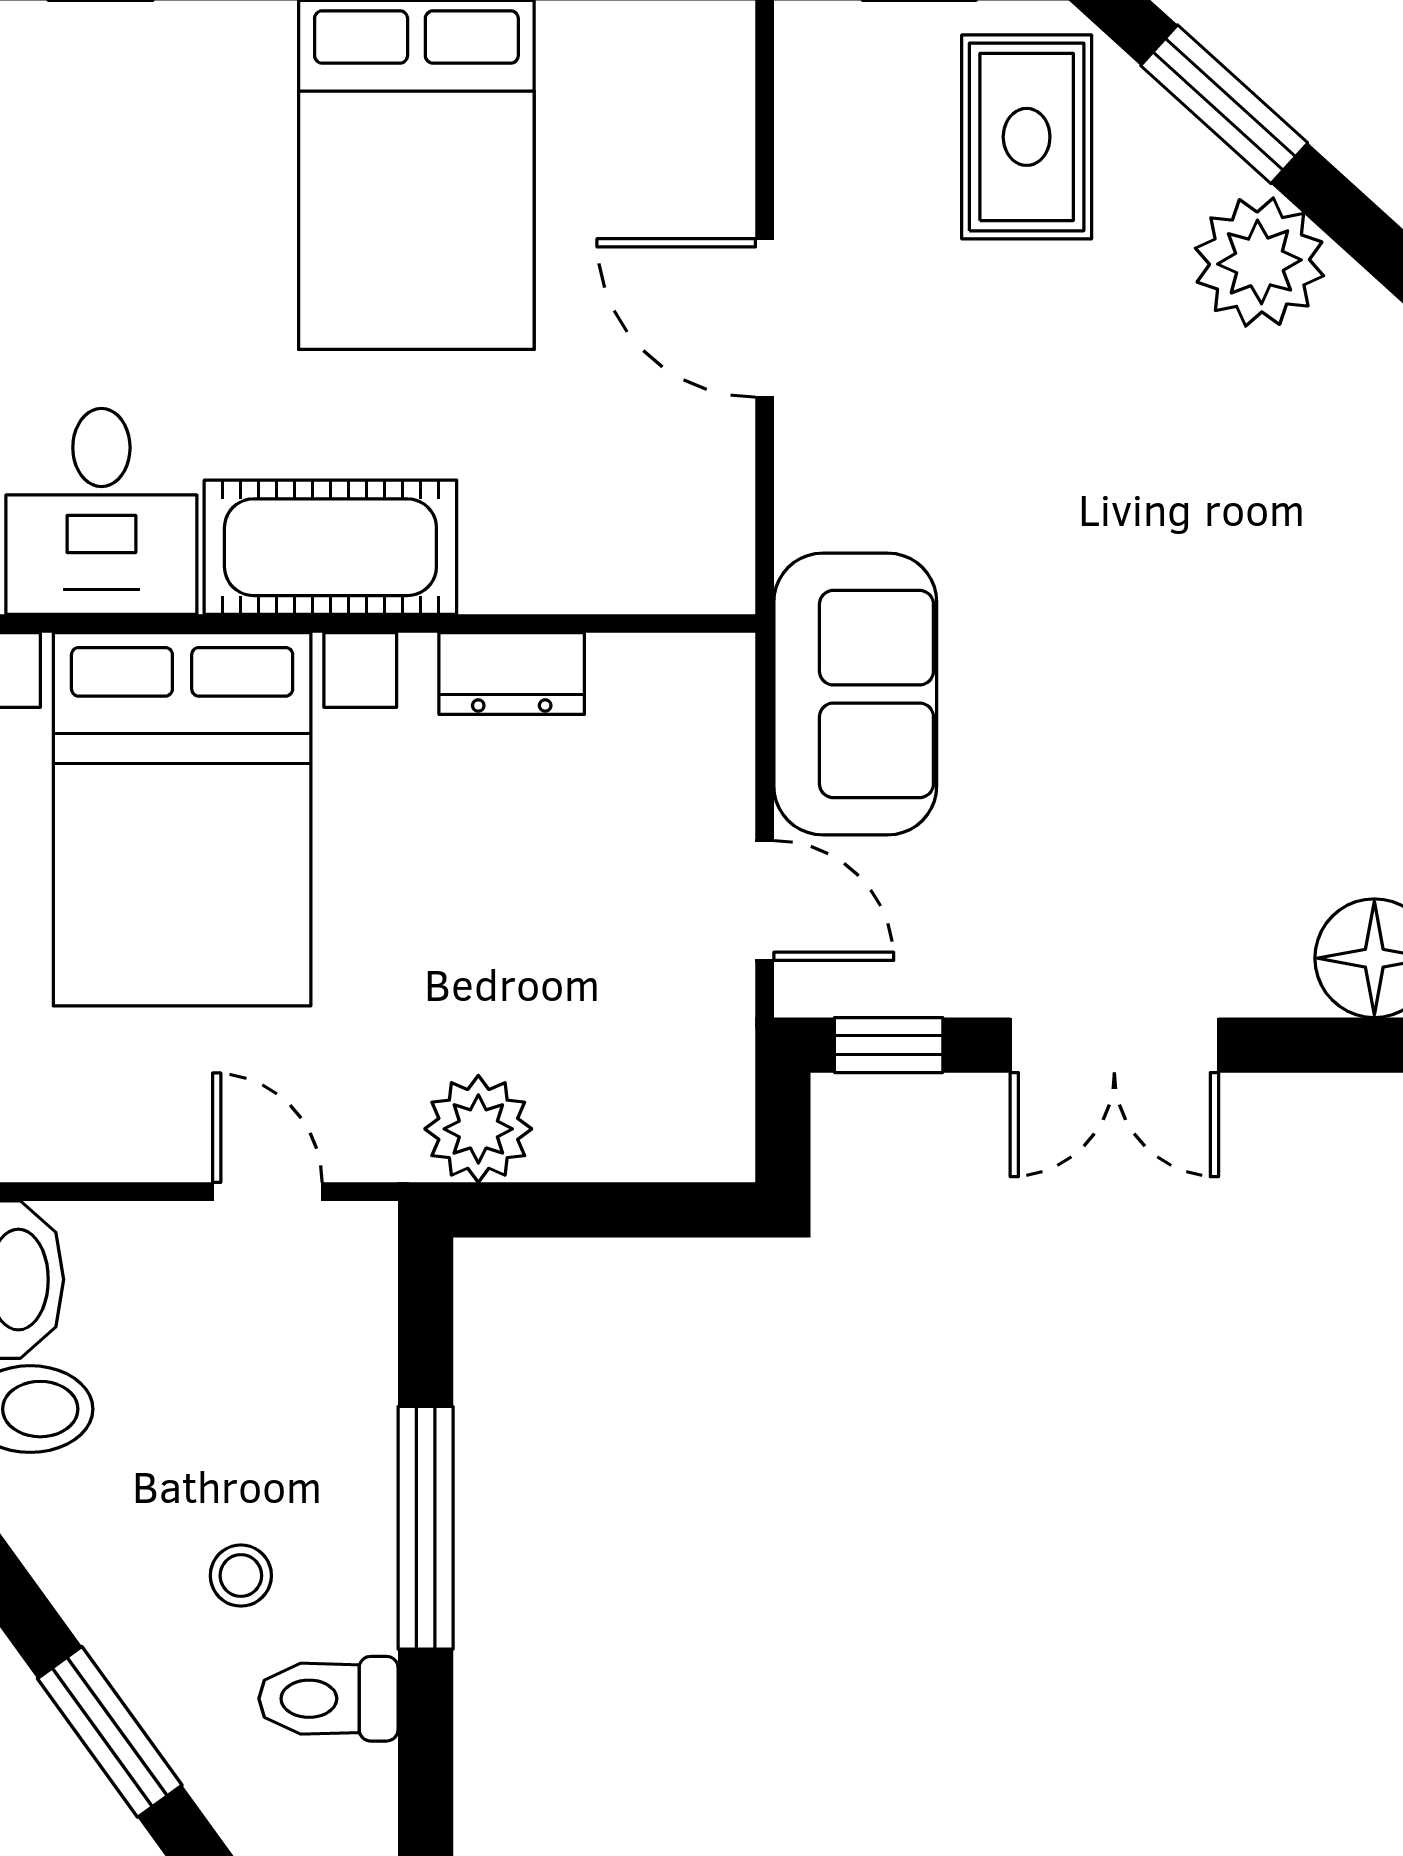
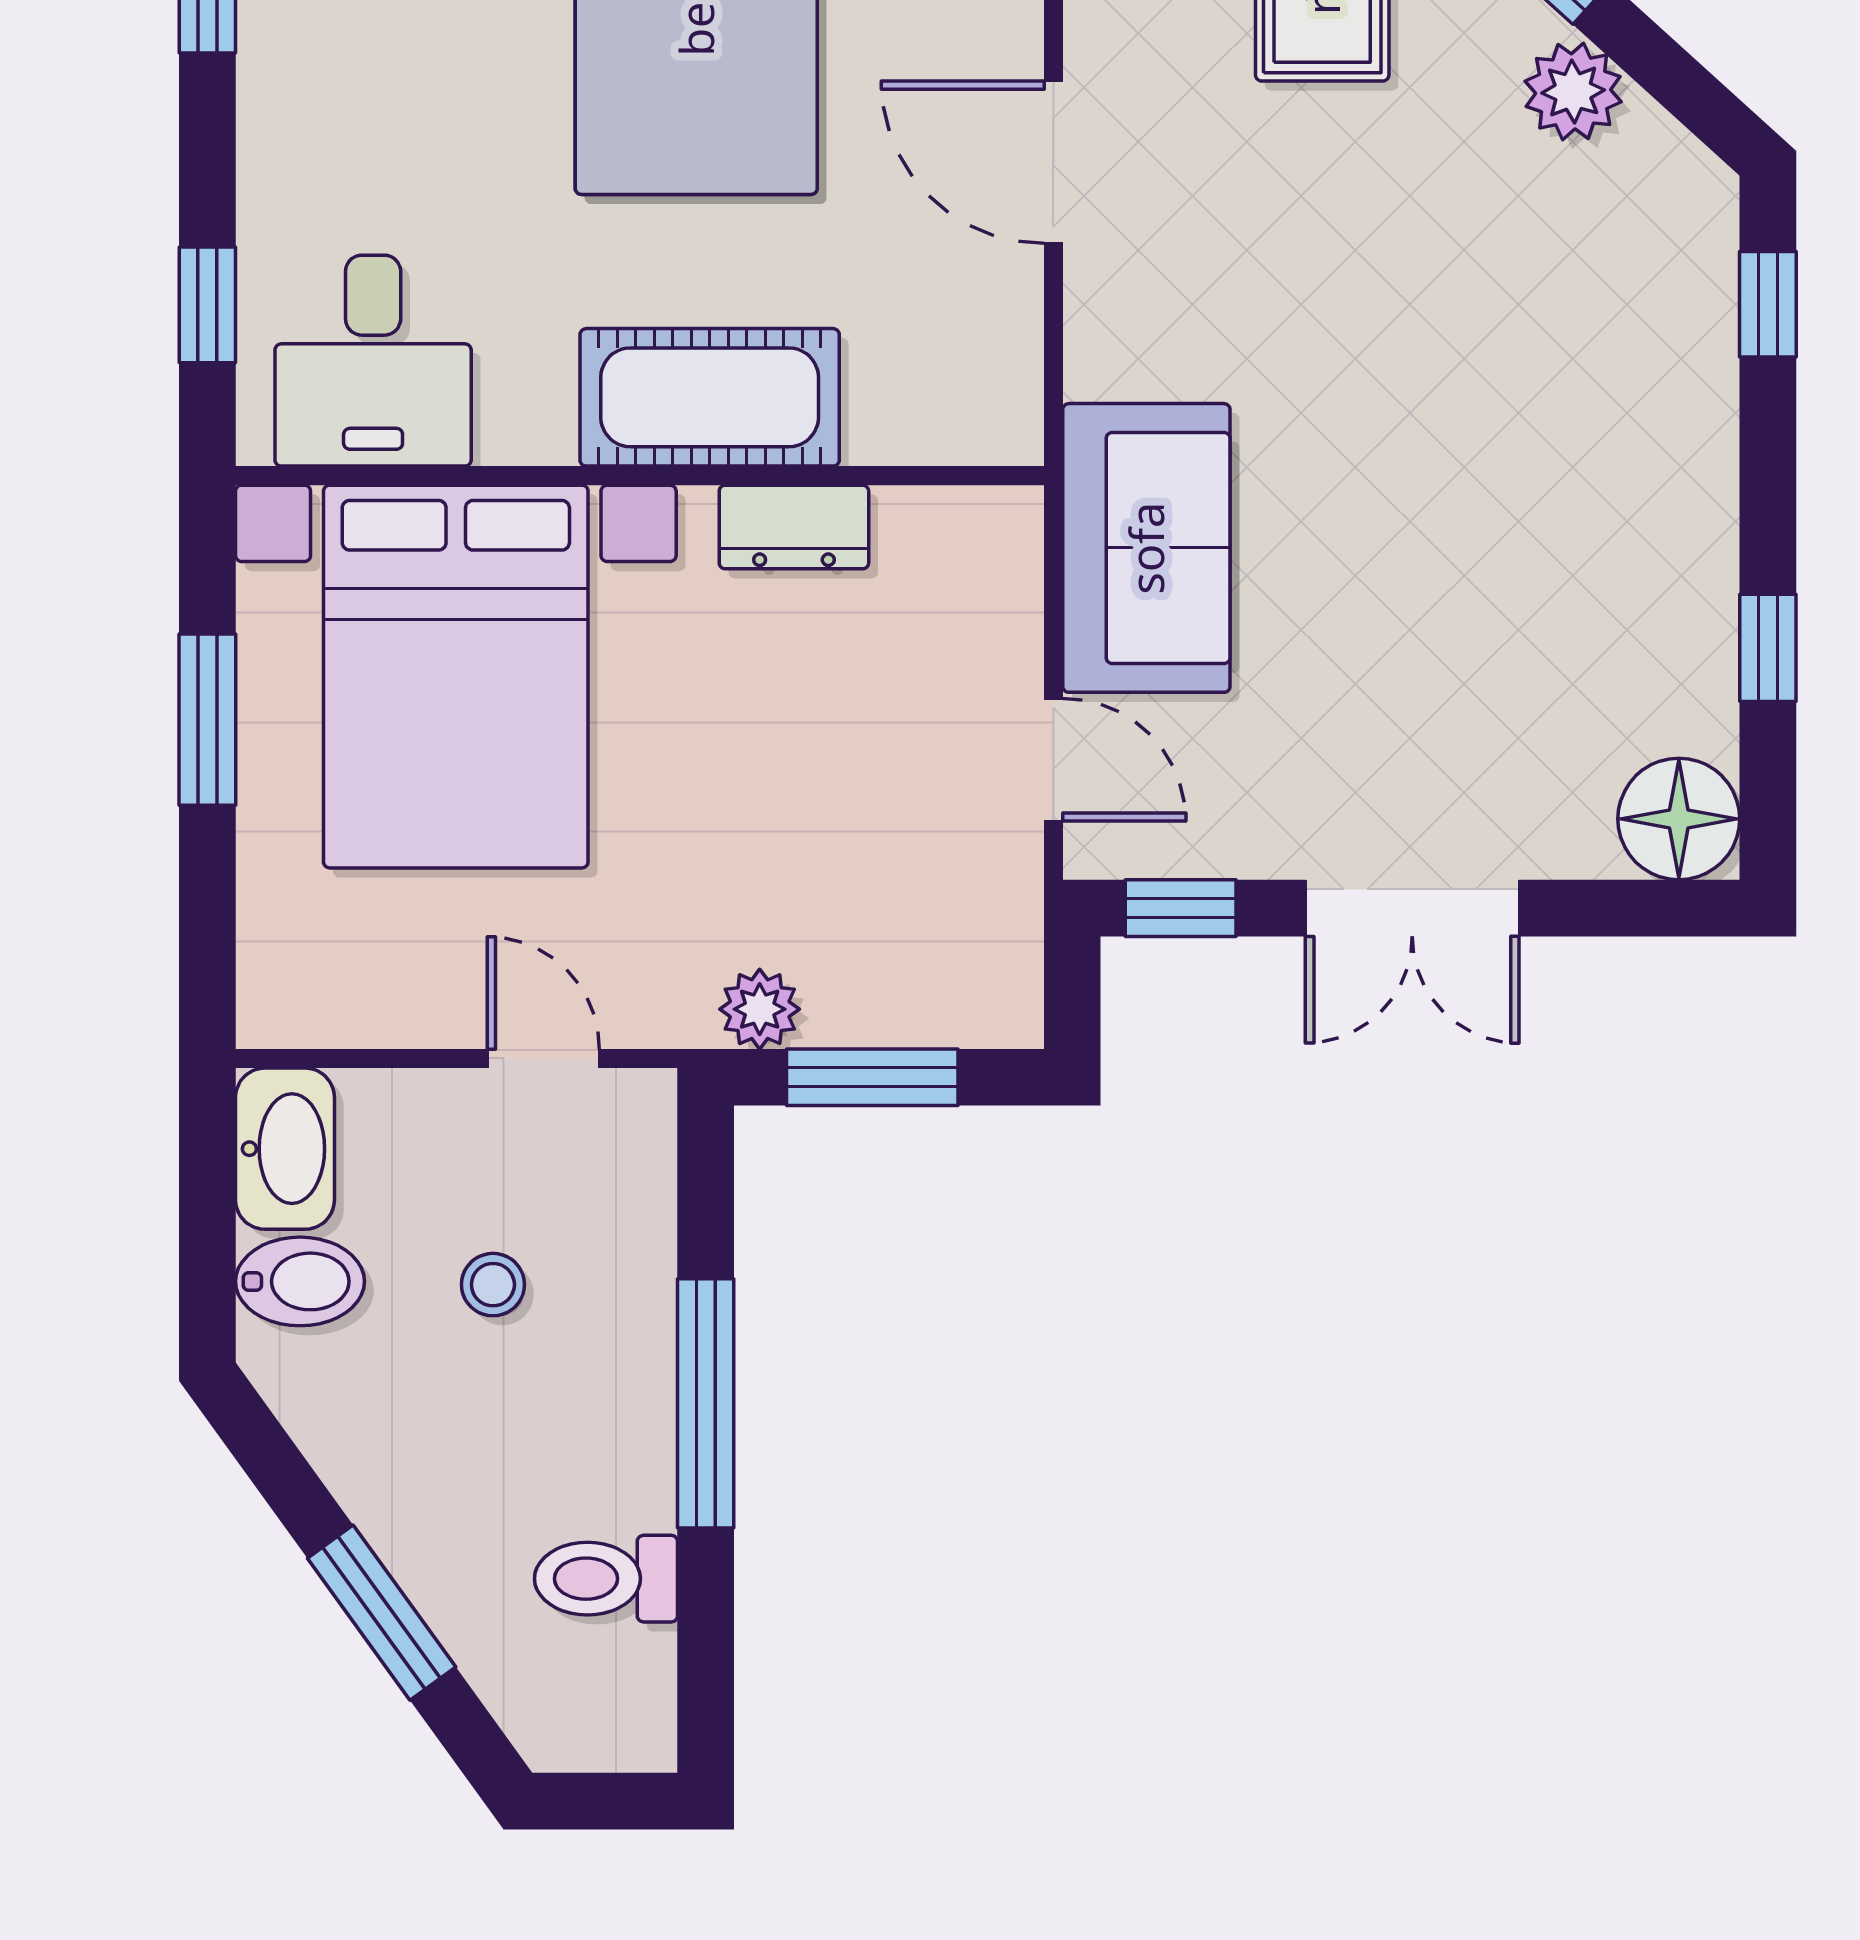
plant: (1259, 262) -> (1573, 91), width x0.73, depth x0.73
cot: (330, 547) -> (710, 397), moved
plant: (478, 1129) -> (760, 1009), width x0.73, depth x0.73
window: (588, 1210) -> (872, 1077), added
stool: (241, 1576) -> (493, 1285), moved

